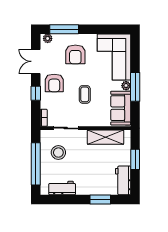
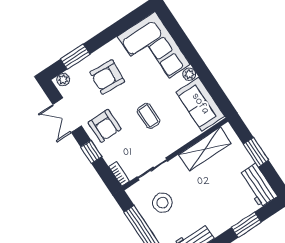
window: (64, 29) -> (75, 57), width x0.69
armchair: (75, 54) -> (107, 77), turned 94
window: (135, 87) -> (201, 69), removed

